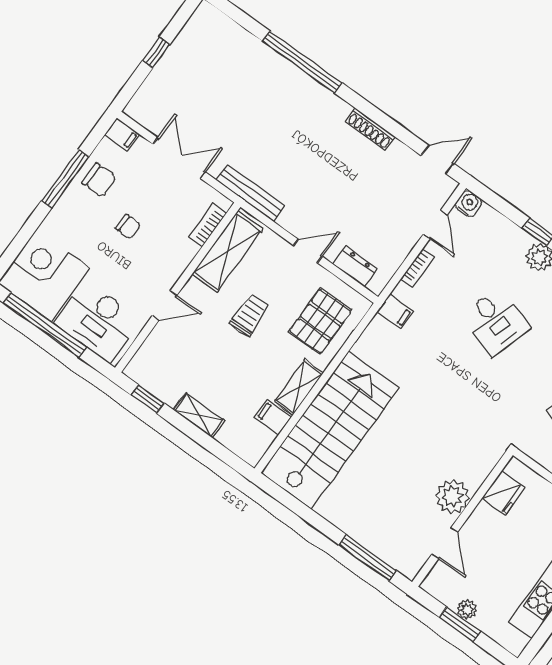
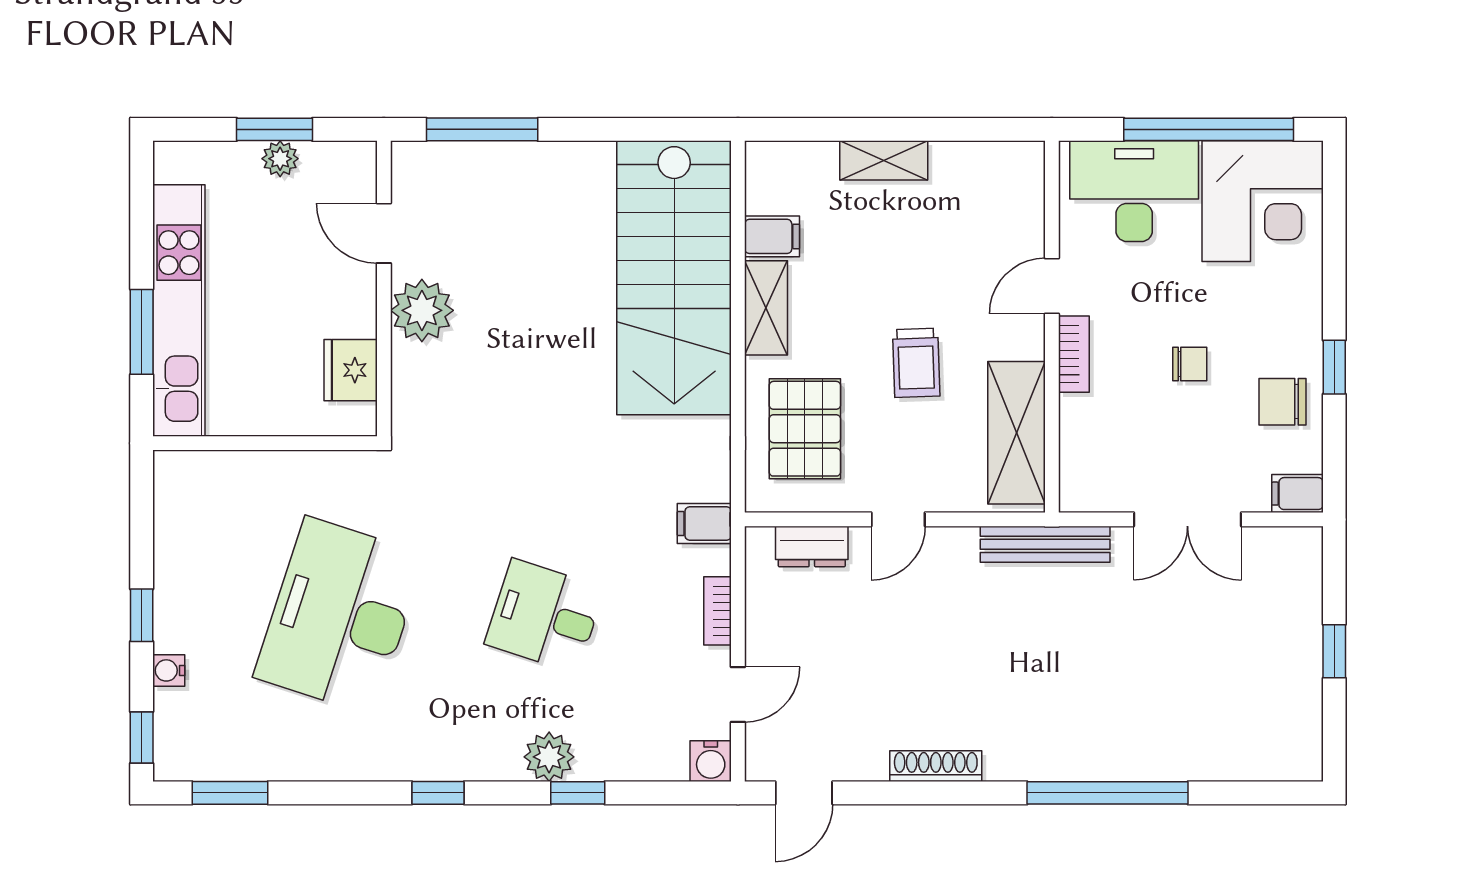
window: (65, 179) -> (1334, 367), width x0.46
door: (435, 224) -> (738, 695), swing flipped
bookcase: (208, 225) -> (1074, 354), moved
chair: (128, 227) -> (1190, 364), turned 180
window: (148, 399) -> (977, 129), removed

